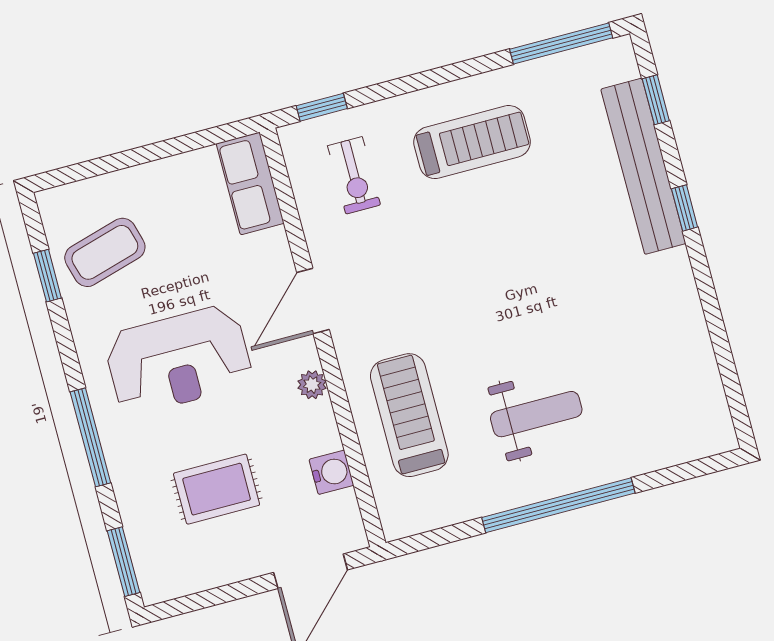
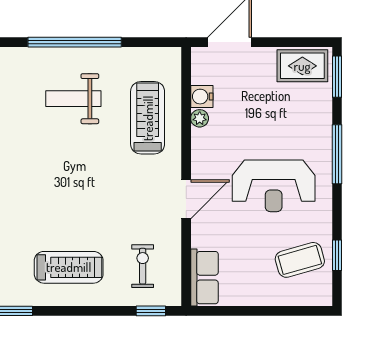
treadmill: (472, 142) -> (69, 267), turned 180
reception desk: (178, 360) -> (274, 186), turned 180
plant: (312, 385) -> (200, 118), moved
treadmill: (409, 415) -> (148, 118), turned 180
rug: (217, 489) -> (302, 66), moved

